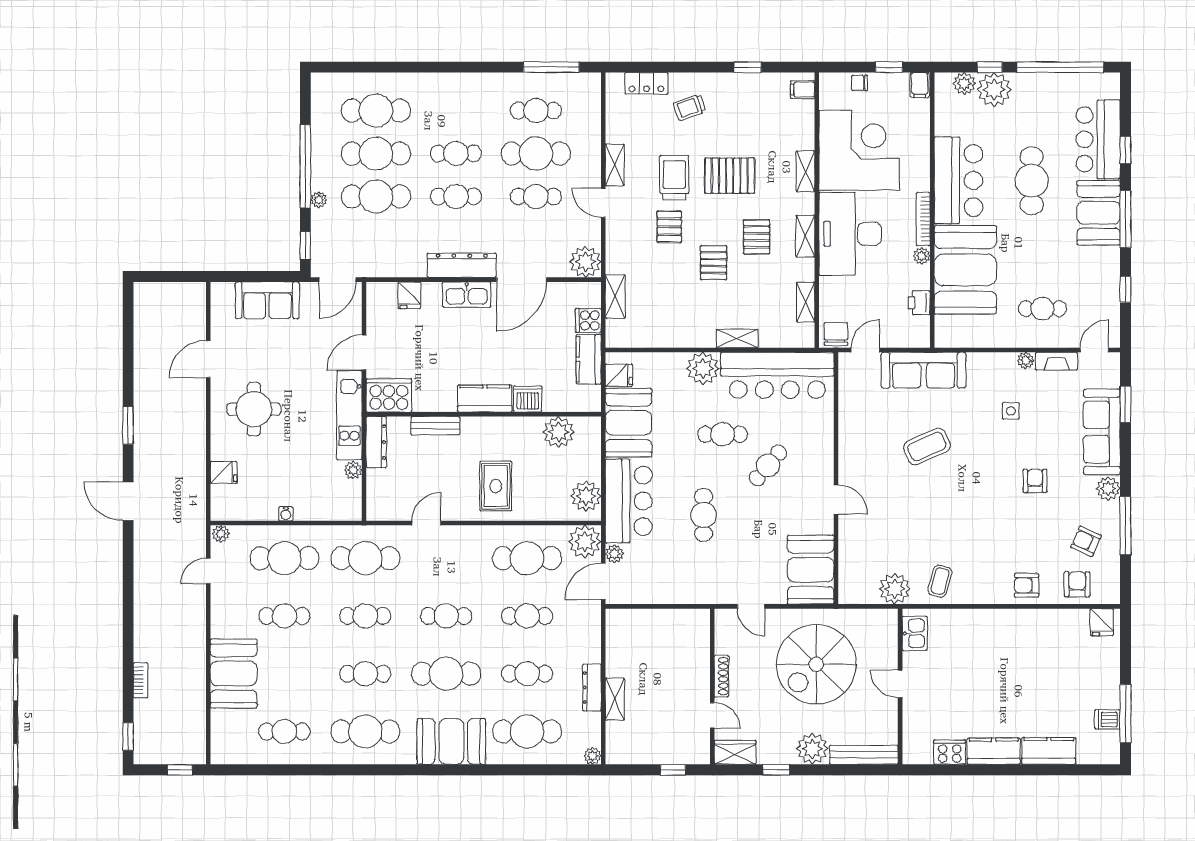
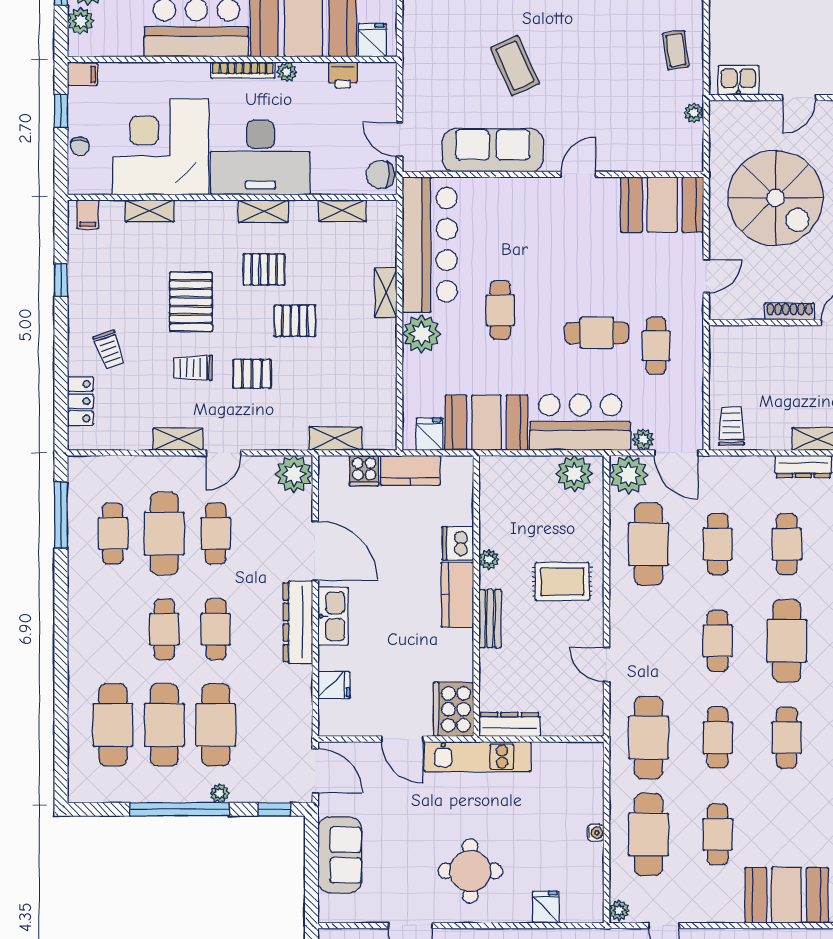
shelving: (805, 171) -> (150, 211), moved
trolley: (674, 178) -> (193, 368), width x0.73, depth x0.72
fridge: (948, 327) -> (372, 40), added
sofa: (924, 370) -> (493, 150), moved, turned -90
bench: (435, 426) -> (490, 619), moved
plant: (559, 432) -> (489, 559), moved, width x0.53, depth x0.53
cafe table: (768, 465) -> (656, 346), moved, turned 50
plant: (353, 470) -> (543, 752), removed
coffee table: (940, 581) -> (676, 50), turned 66
plant: (895, 589) -> (694, 113), width x0.53, depth x0.53
trolley: (626, 628) -> (732, 426), added

